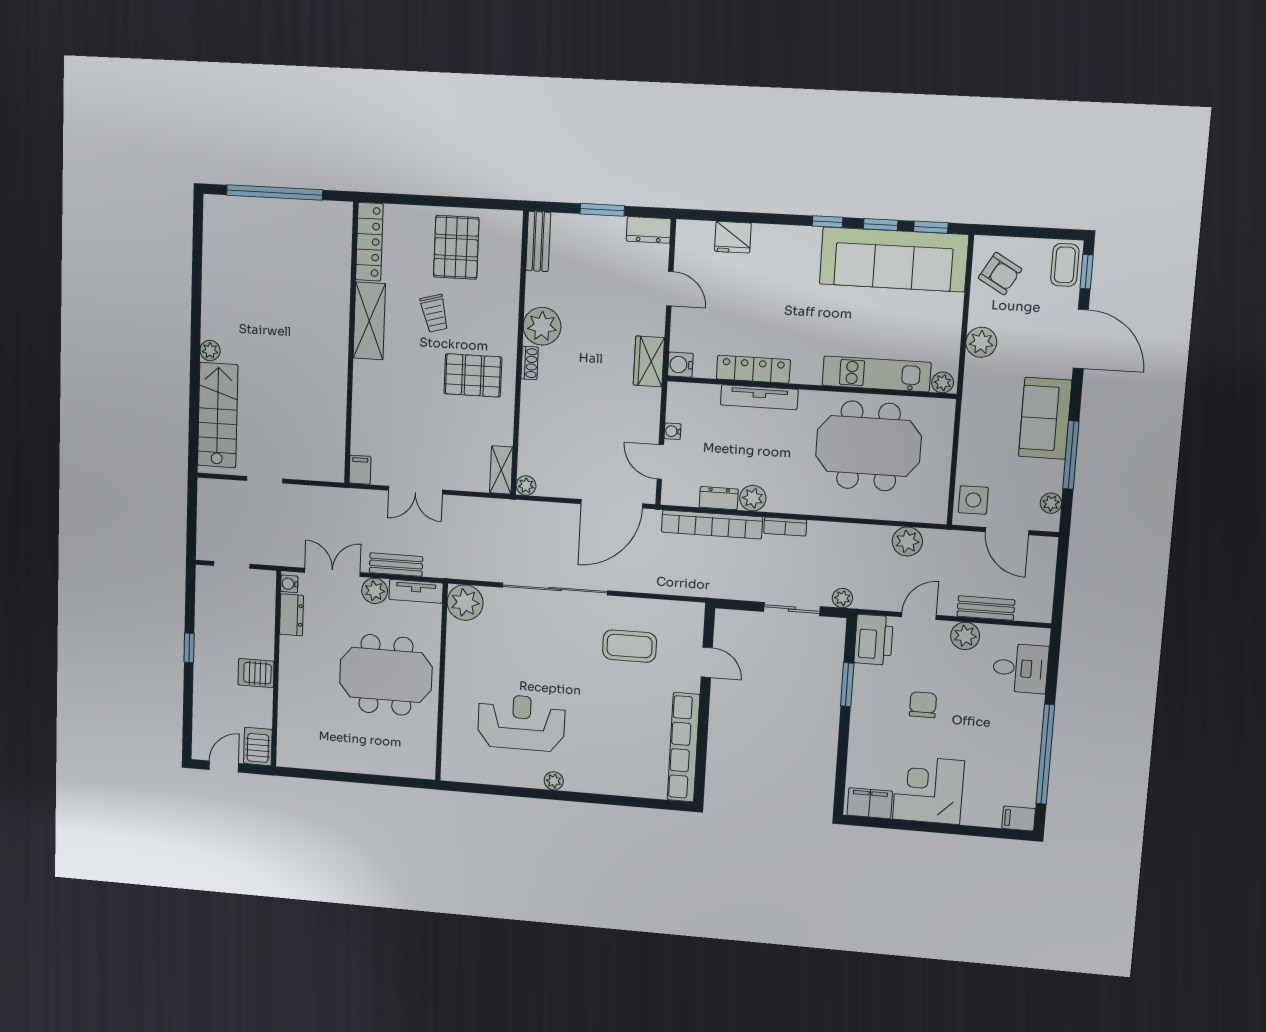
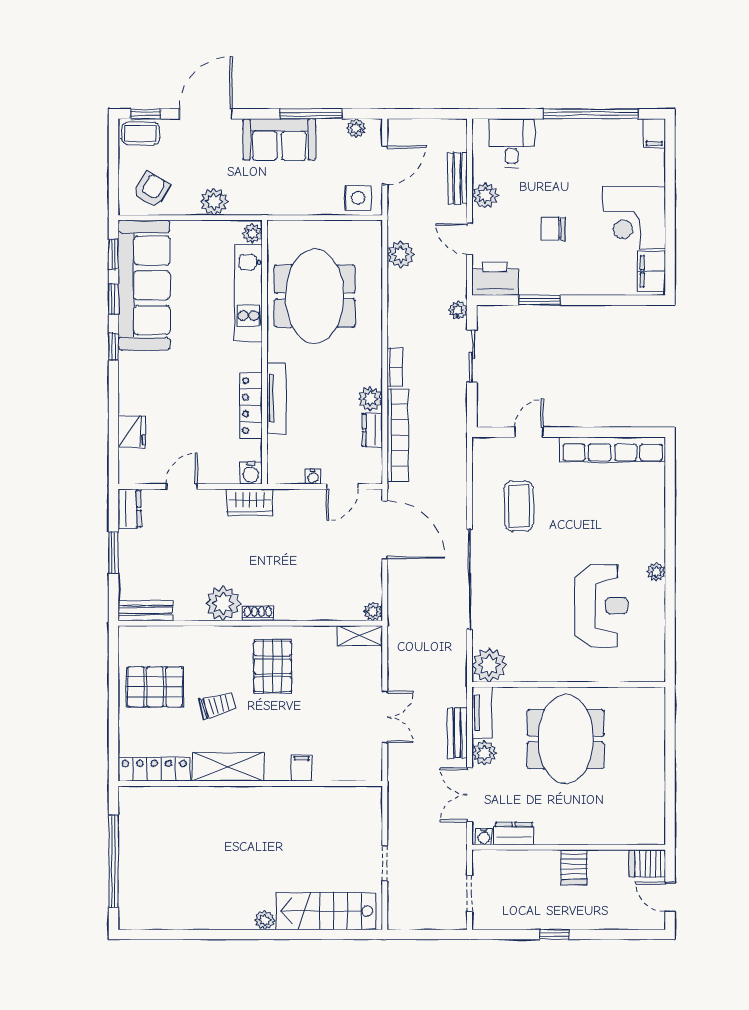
filing cabinet: (360, 470) -> (302, 768), moved, turned 90
reception desk: (521, 723) -> (602, 606), turned 180

